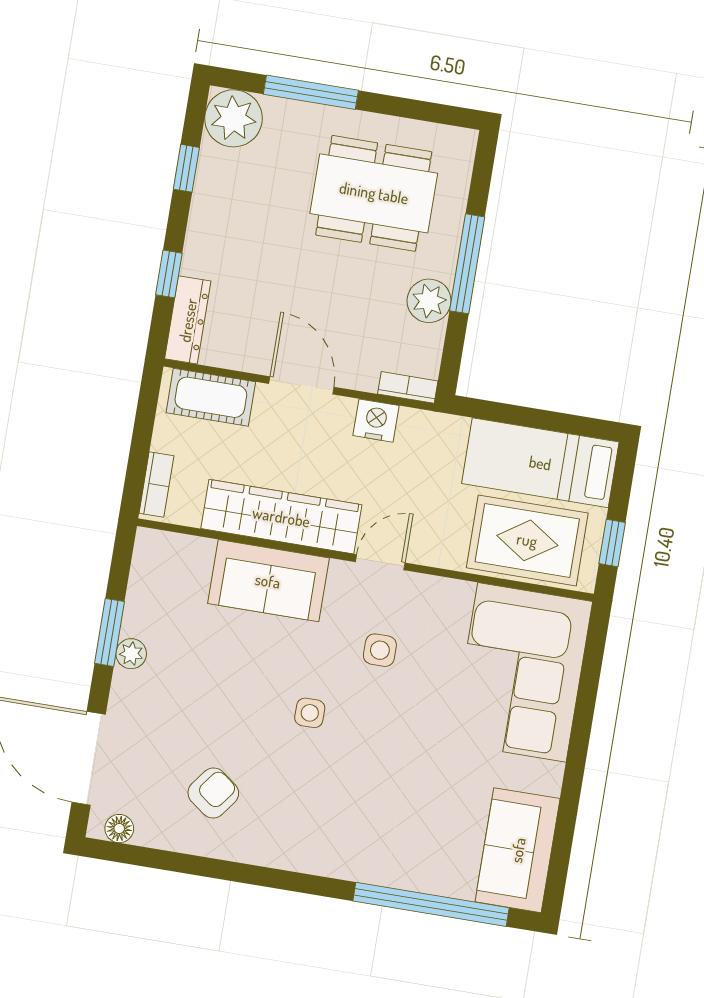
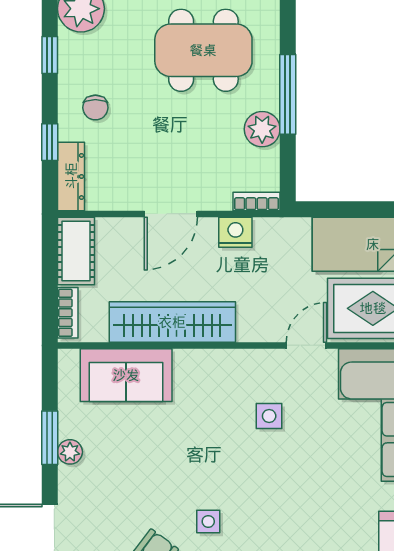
chair: (231, 241) -> (95, 108), added
door: (301, 385) -> (171, 214), swing flipped
cot: (211, 397) -> (76, 251), moved, turned 90
door: (380, 562) -> (306, 345), moved
sofa: (268, 581) -> (126, 375), moved
side table: (310, 713) -> (208, 521), moved

